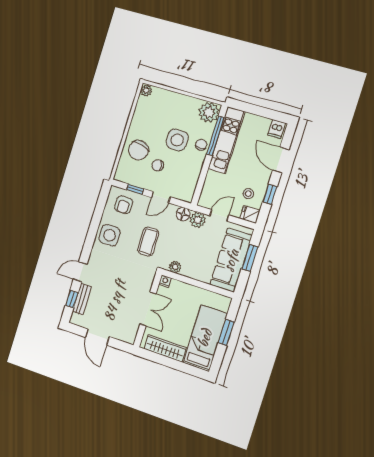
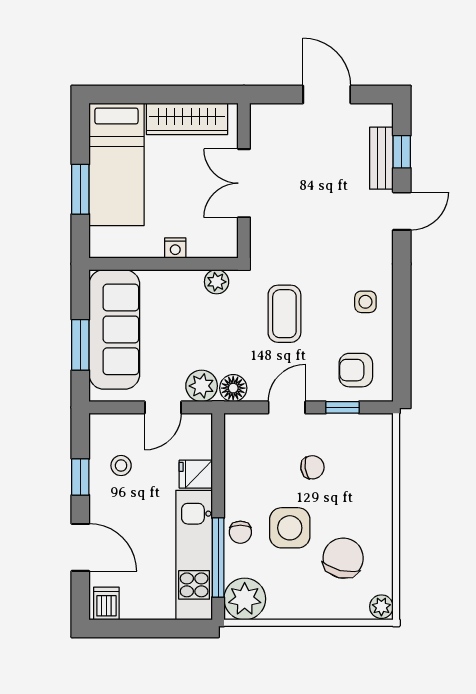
chair: (138, 150) -> (343, 558), moved
armchair: (124, 205) -> (356, 370), turned -90
fridge: (250, 214) -> (196, 474), moved, turned 180
side table: (109, 235) -> (365, 302), width x0.54, depth x0.54
nightstand: (165, 281) -> (175, 248), moved

